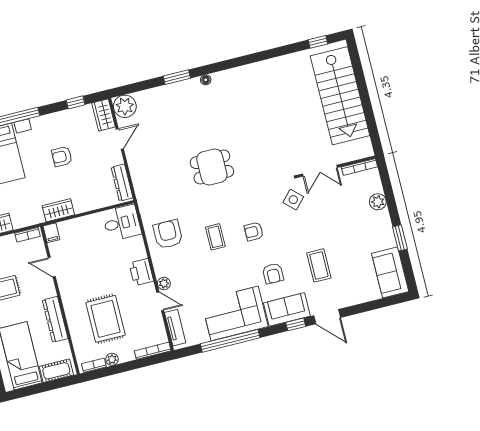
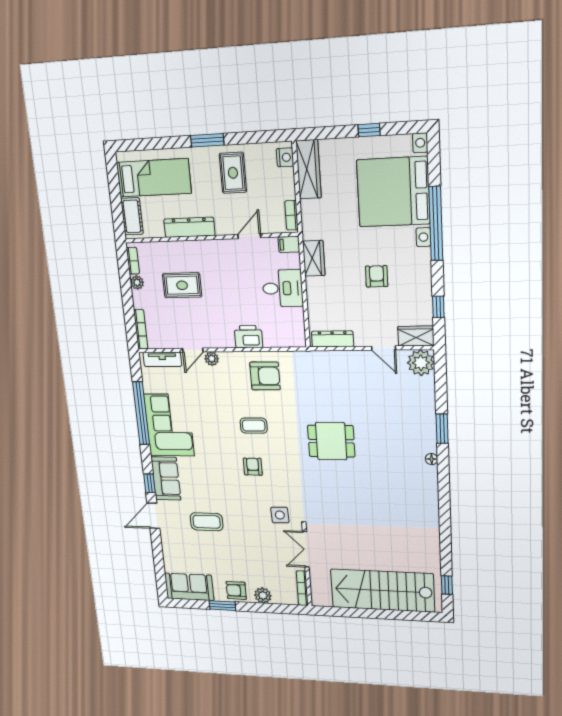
dining table: (212, 167) -> (331, 441), turned 90
side table: (293, 200) -> (280, 515), turned 45
desk: (122, 223) -> (283, 288), moved, turned -90
printer: (141, 272) -> (248, 337), moved
armchair: (273, 274) -> (236, 590), moved
rug: (106, 319) -> (182, 285), width x0.73, depth x0.70

